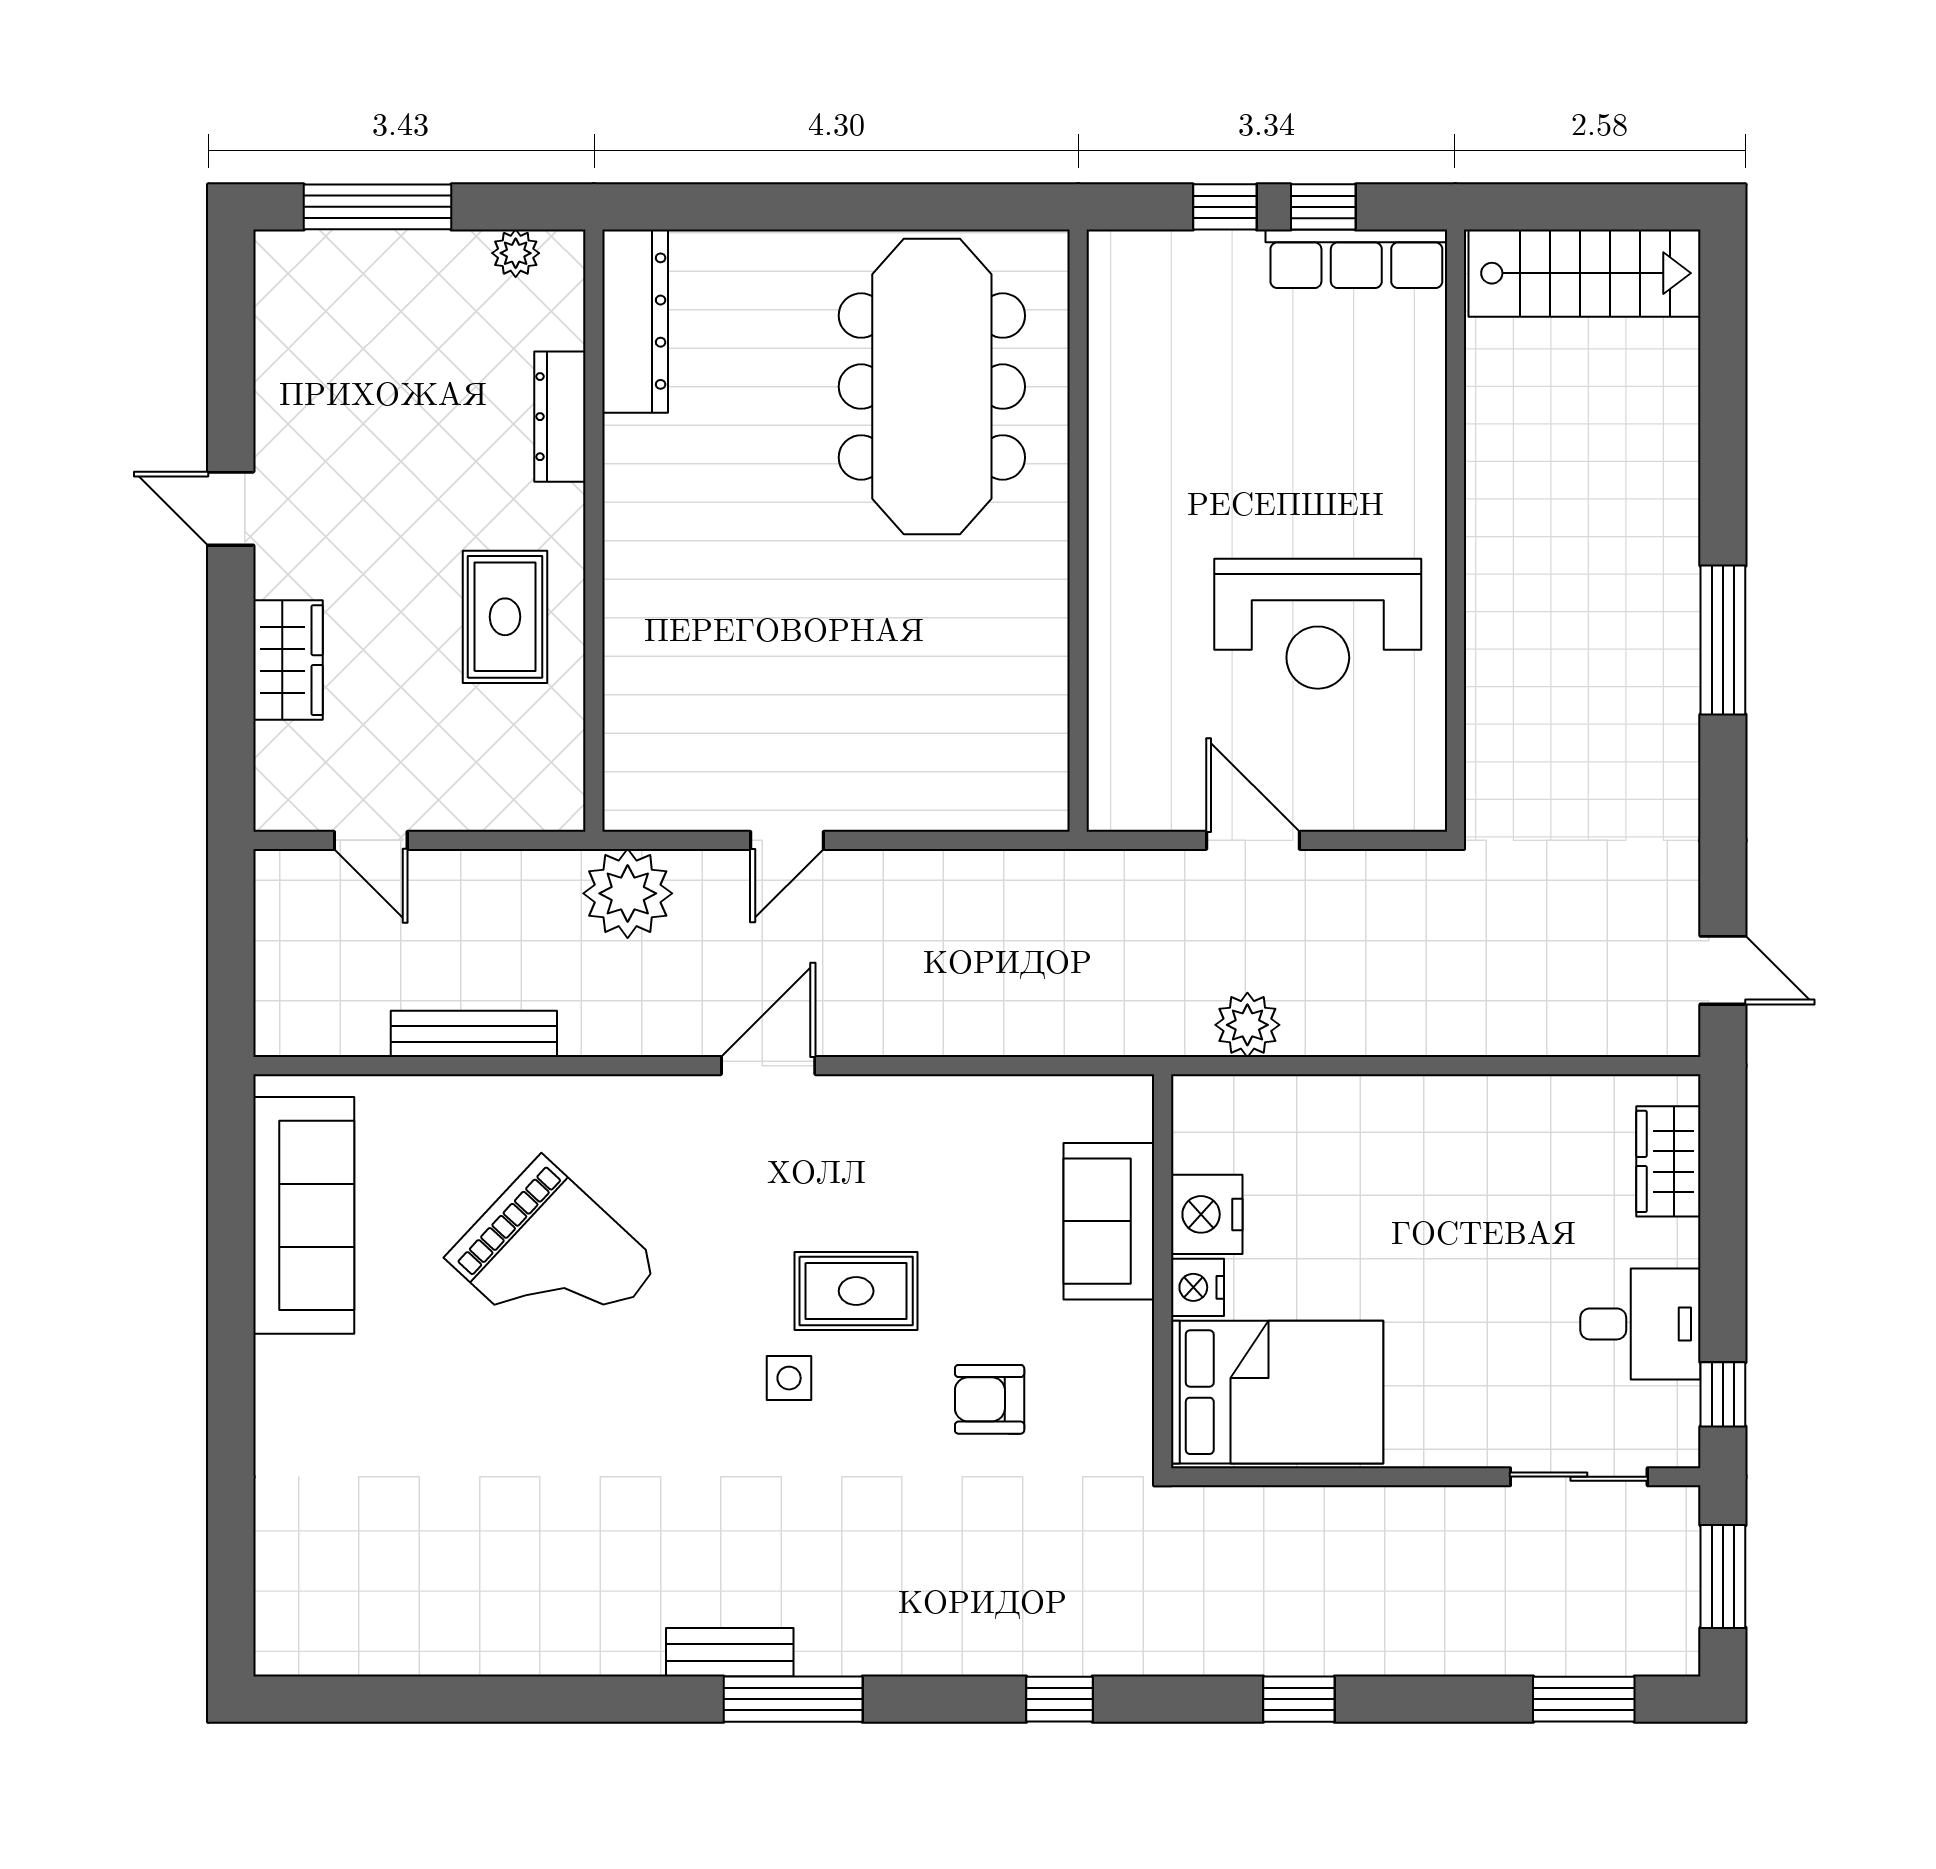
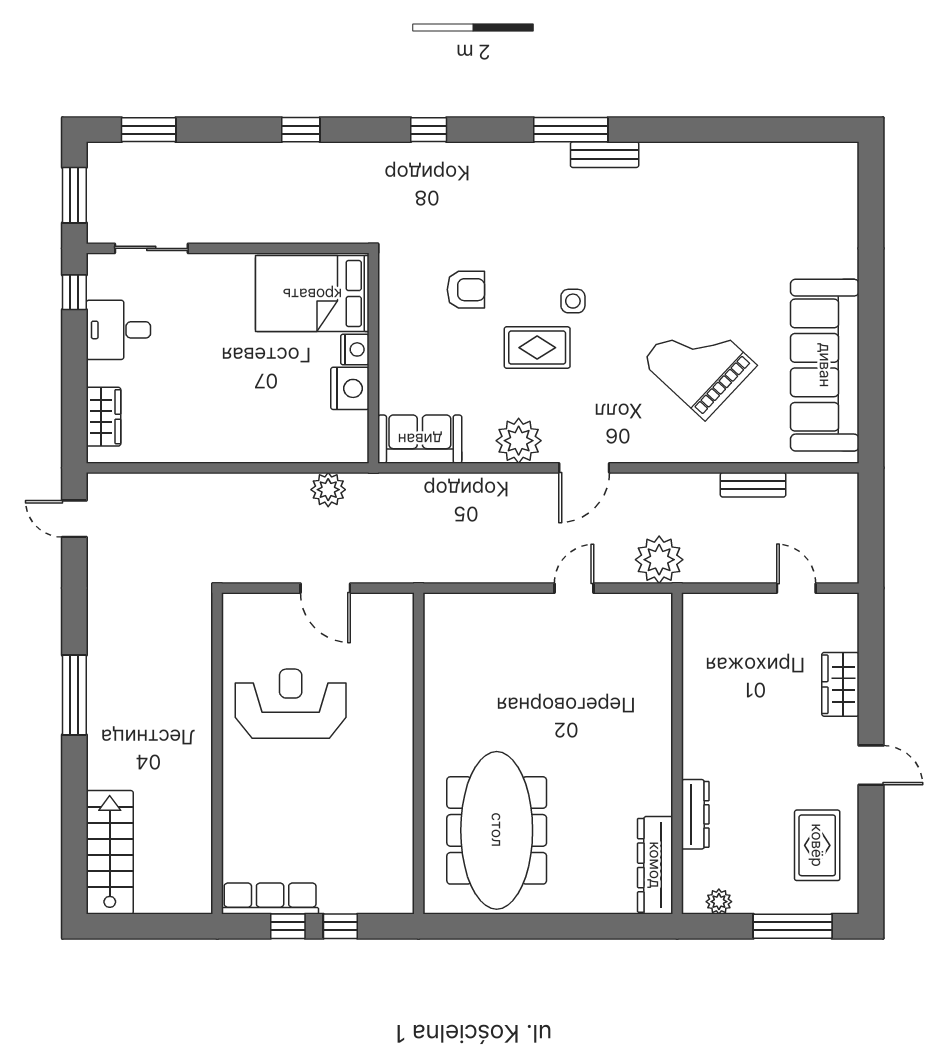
stairs: (1585, 273) -> (110, 852), moved, turned 90
rug: (505, 617) -> (817, 845), moved
bench: (474, 1034) -> (753, 485), width x0.73
plant: (891, 1116) -> (519, 441), added
sofa: (304, 1215) -> (825, 365), width x1.36, depth x1.27
sofa: (1109, 1221) -> (420, 439), moved, turned -90

